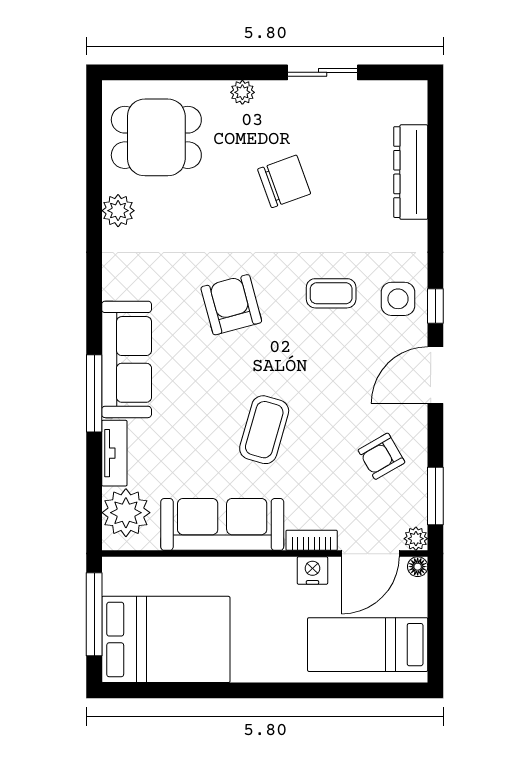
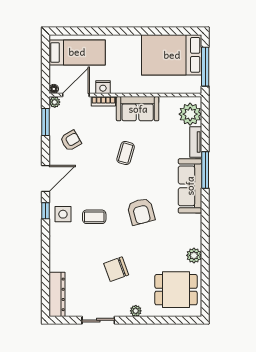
dresser: (411, 172) -> (57, 294), moved
coffee table: (264, 430) -> (126, 153), width x0.73, depth x0.77
sofa: (222, 524) -> (138, 109), width x0.73

